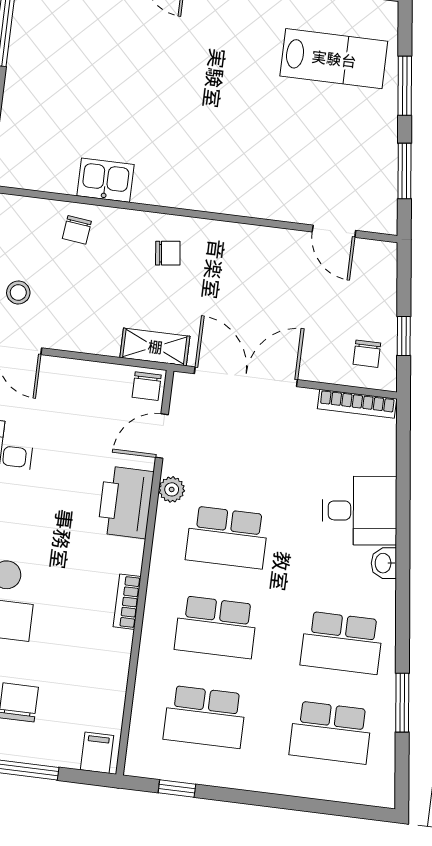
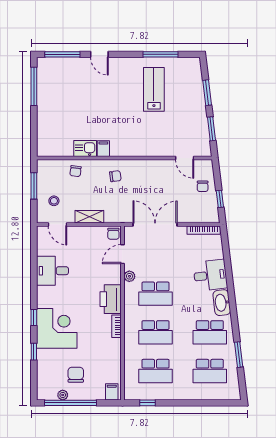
lab bench: (334, 59) -> (154, 89), moved, turned -90
filing cabinet: (148, 186) -> (103, 149), added
shelving: (155, 347) -> (89, 217), moved
chair: (367, 354) -> (203, 186), moved
printer: (126, 502) -> (111, 299), moved
washbasin: (384, 563) -> (222, 303), width x1.91, depth x1.45

